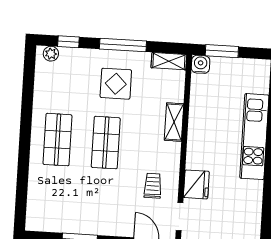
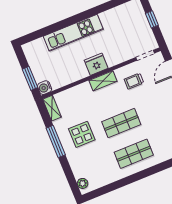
window: (68, 42) -> (70, 176), removed
shelving: (174, 122) -> (103, 81), moved
fridge: (196, 184) -> (96, 64), moved

